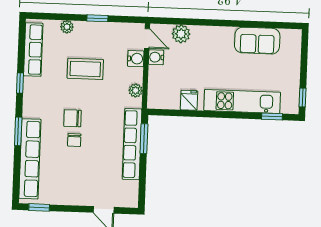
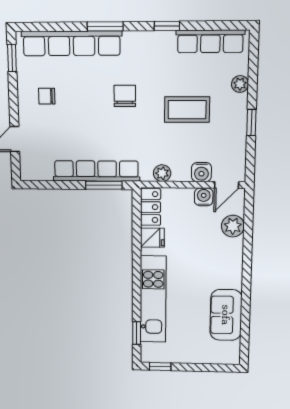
coffee table: (85, 69) -> (187, 110), turned 90
locker: (163, 101) -> (150, 207), added
chair: (74, 140) -> (47, 96), moved

